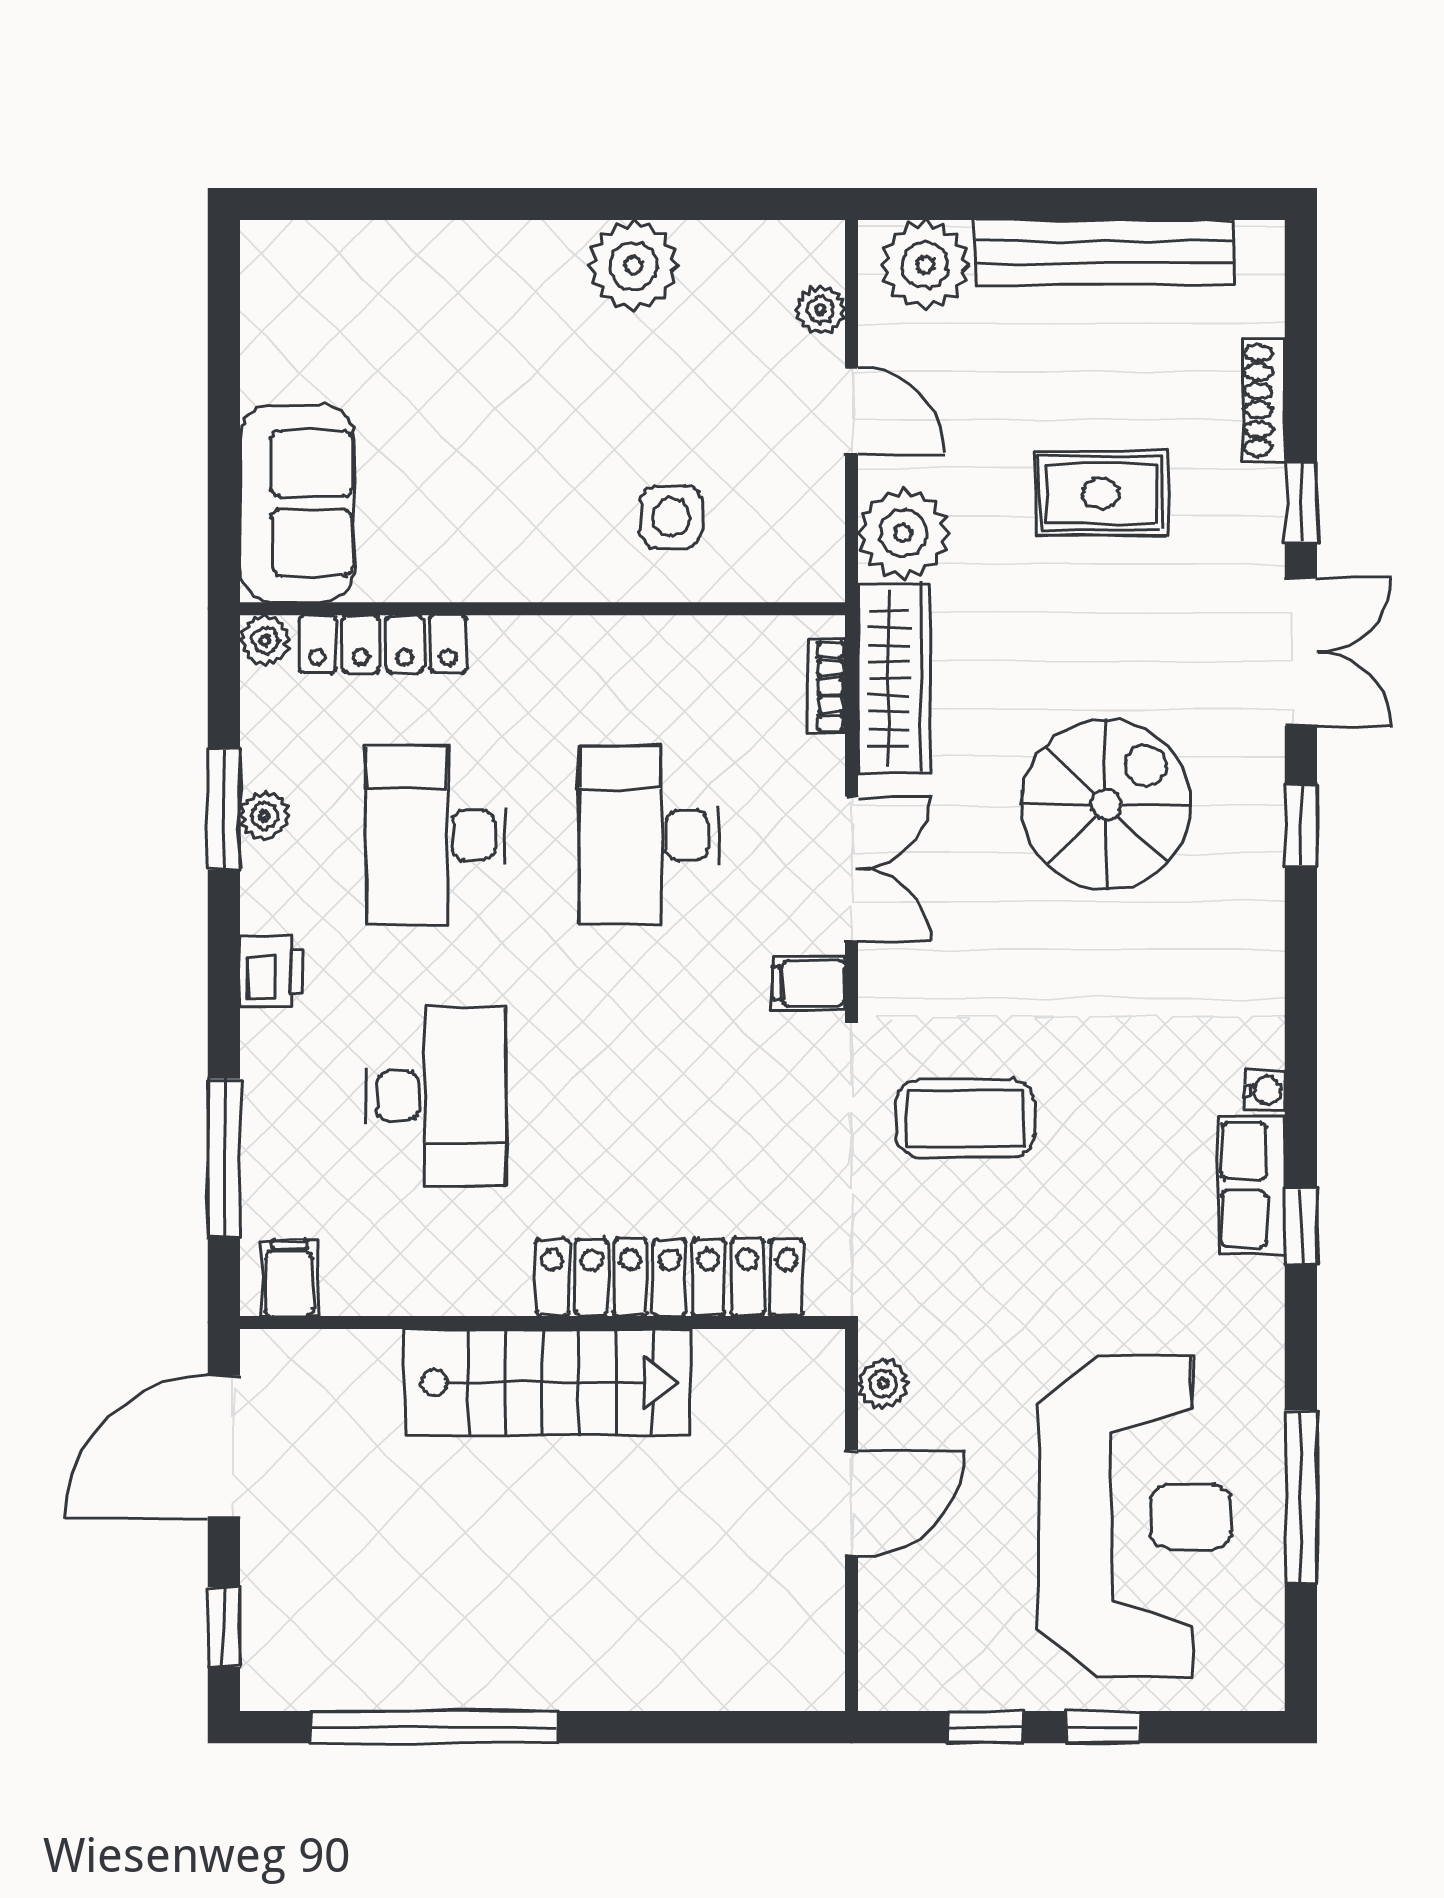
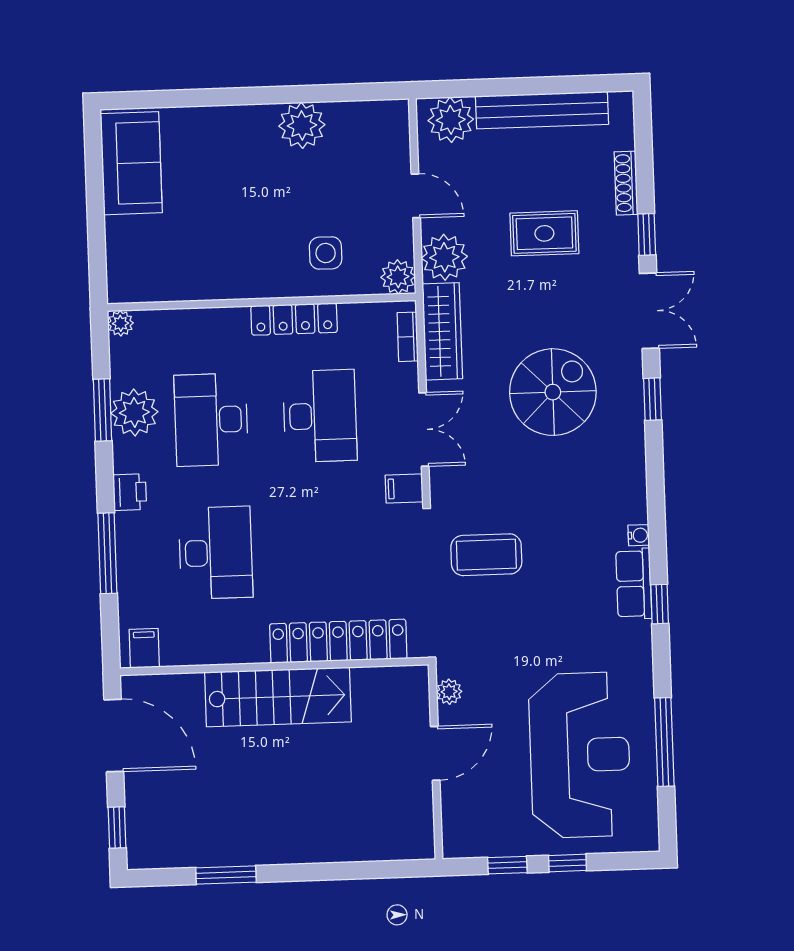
plant: (820, 309) -> (398, 277), moved, width x1.38, depth x1.38
sofa: (297, 503) -> (131, 163), moved
locker: (383, 644) -> (294, 319), moved
plant: (264, 816) -> (134, 412), width x1.88, depth x1.88
desk: (649, 835) -> (320, 416), turned 180
window: (224, 1158) -> (107, 553), moved
door: (224, 1447) -> (114, 736), swing flipped
window: (434, 1727) -> (226, 875), width x0.47

